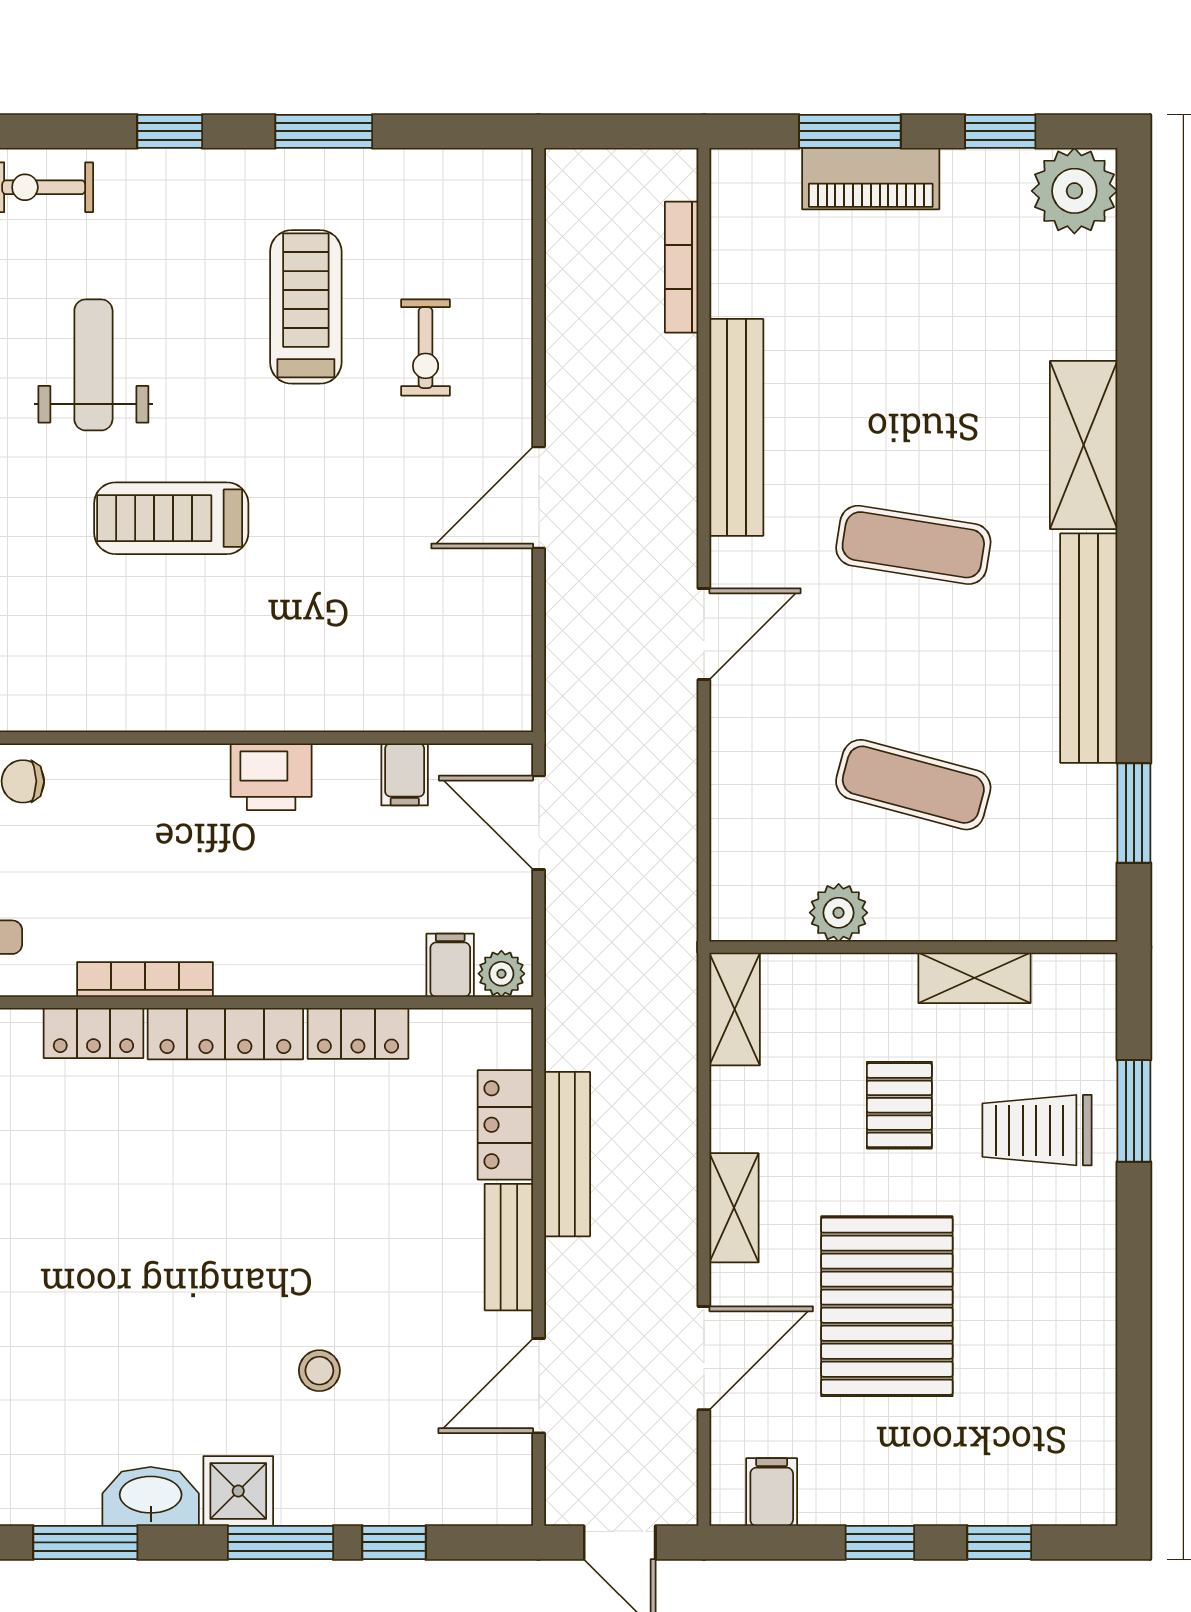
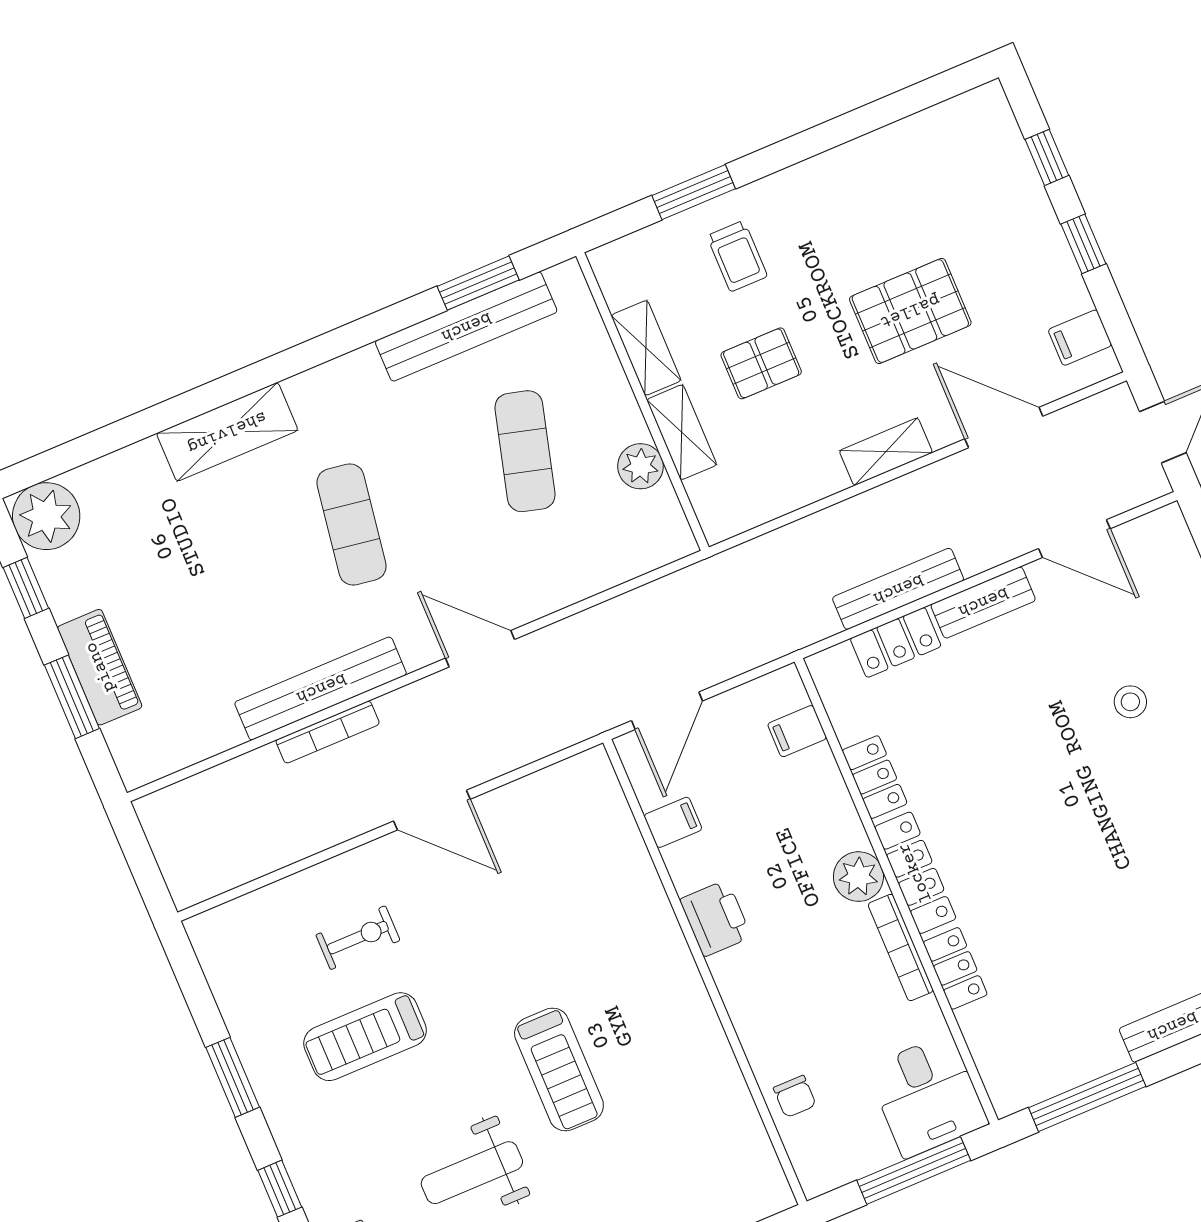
bookcase: (682, 267) -> (328, 732), moved
bench: (1089, 648) -> (466, 327), moved
plant: (501, 974) -> (858, 877), moved, width x1.38, depth x1.38
shelving: (735, 1009) -> (682, 432), moved, turned 90
trolley: (1037, 1130) -> (737, 256), width x0.73, depth x0.72
pallet: (887, 1306) -> (910, 311), width x0.73, depth x0.71

